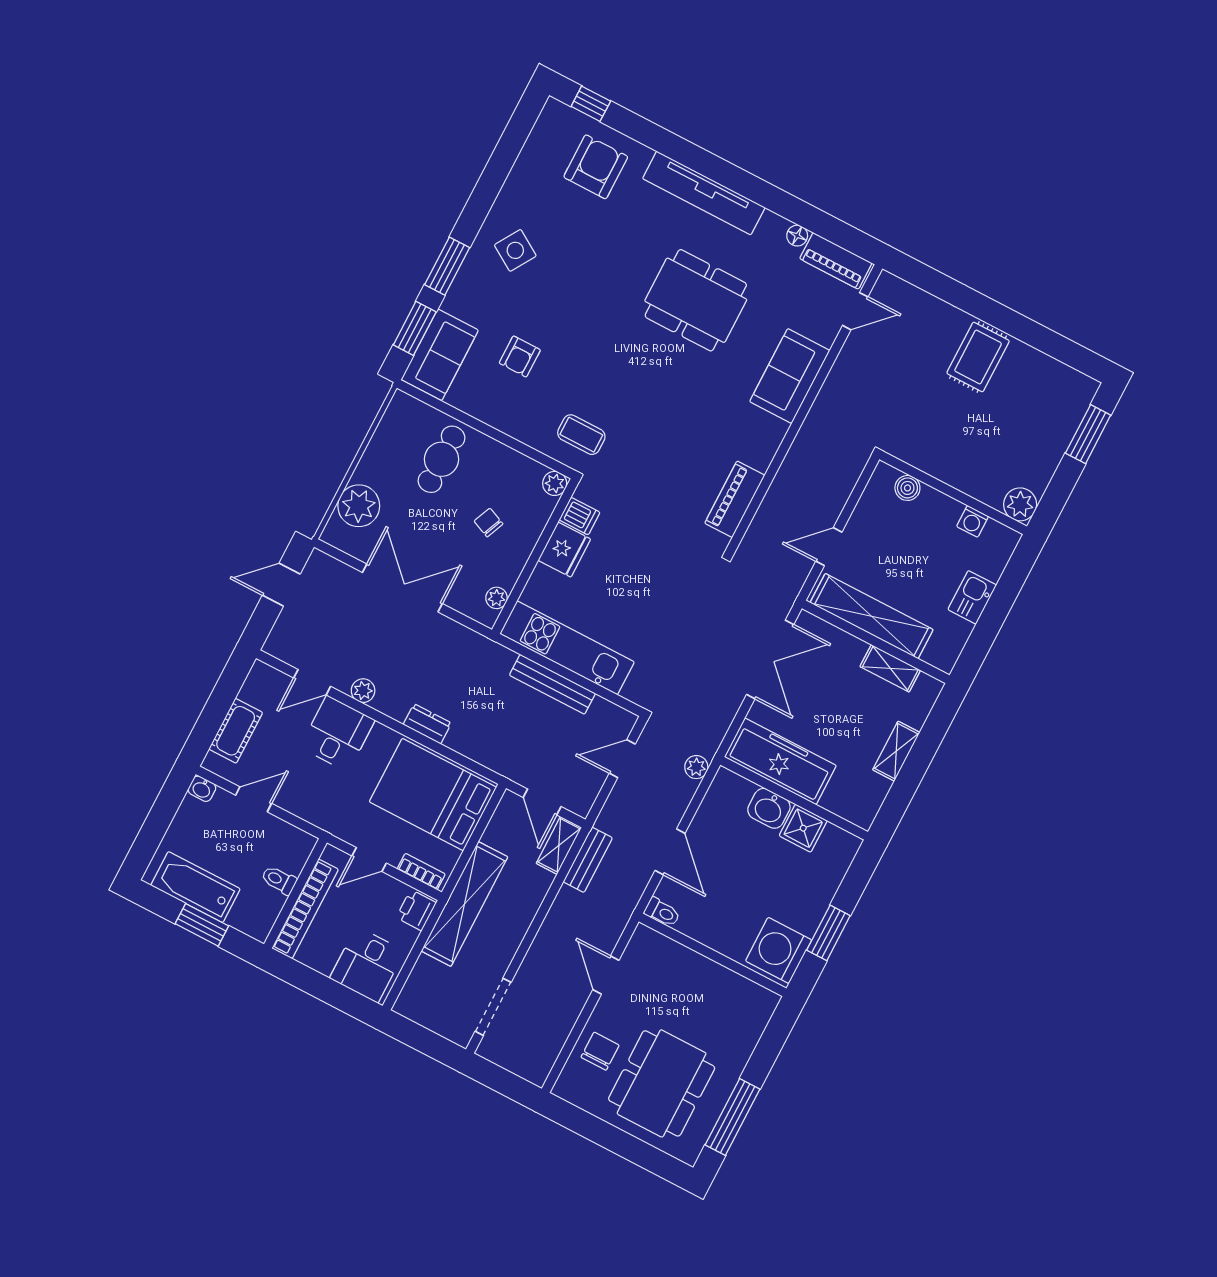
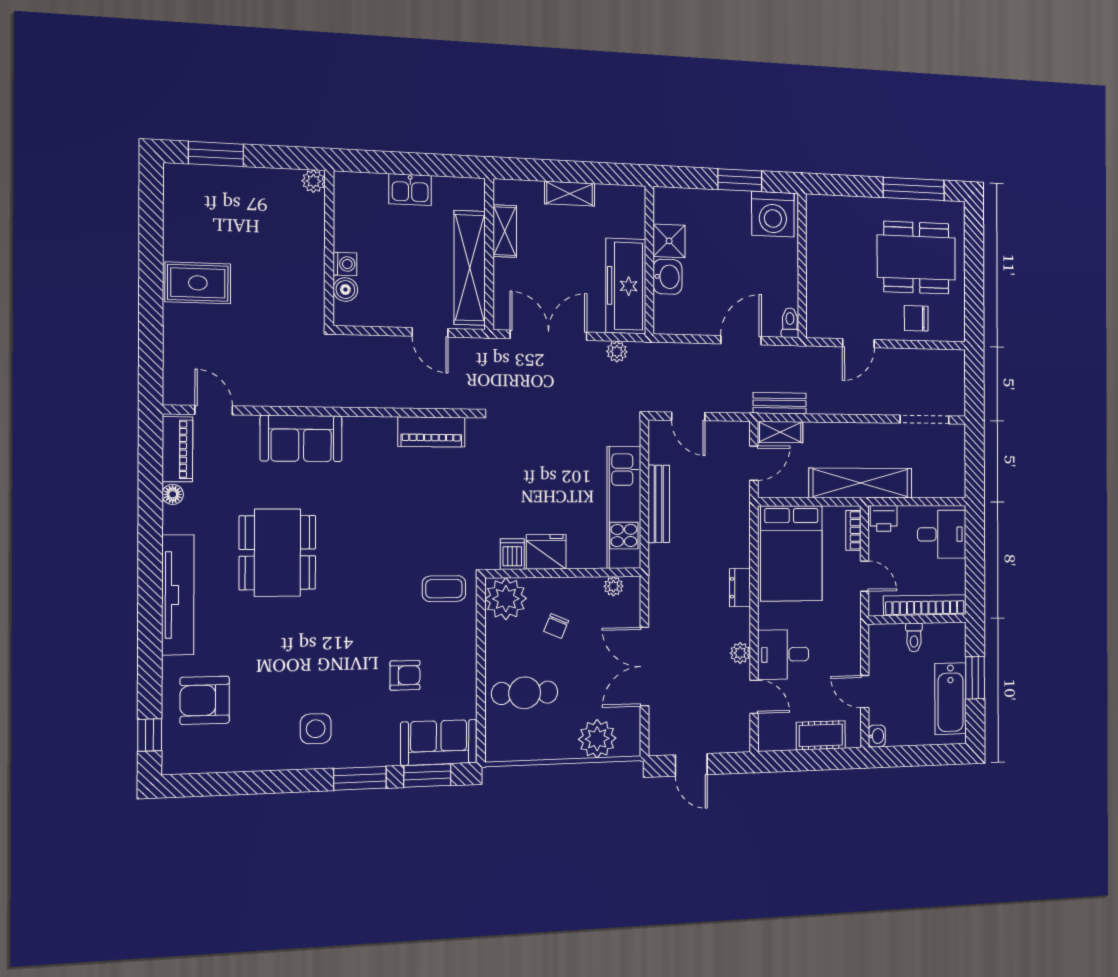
side table: (515, 250) -> (316, 729), turned -32
coffee table: (581, 435) -> (444, 589), turned 90
plant: (555, 483) -> (506, 599), width x1.88, depth x1.88
plant: (1020, 504) -> (313, 181), width x0.73, depth x0.73
washing machine: (973, 521) -> (345, 264), moved
plant: (696, 767) -> (617, 352), moved

